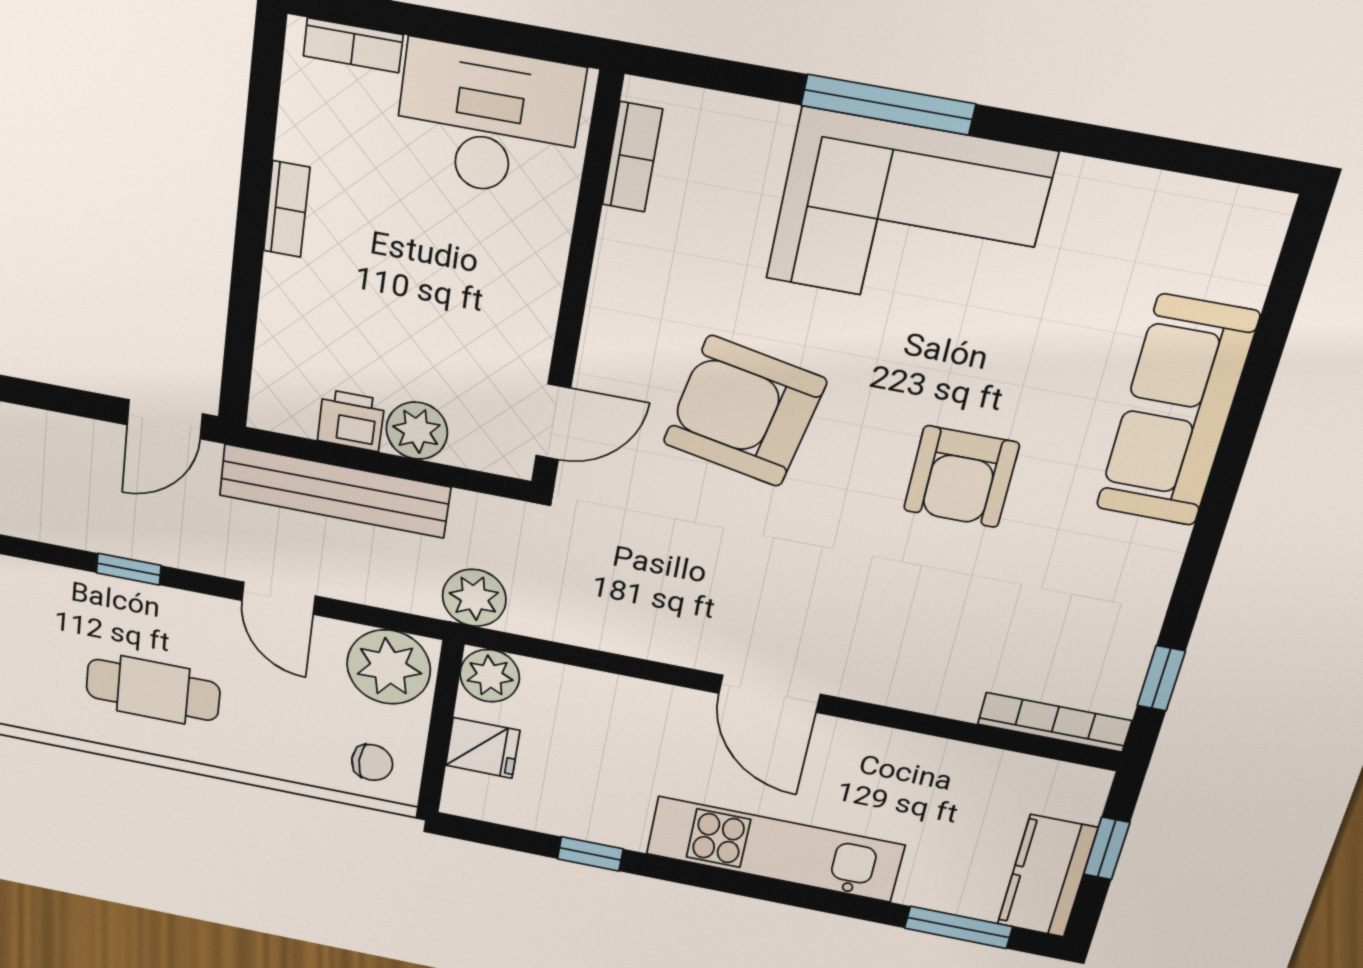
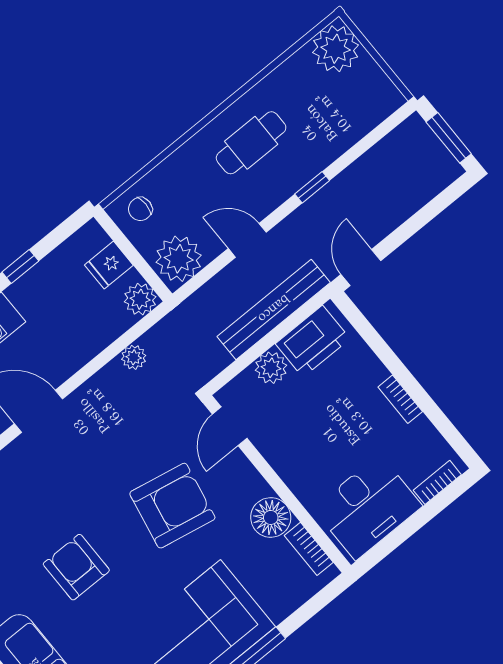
floor lamp: (635, 254) -> (271, 517), added
printer: (351, 420) -> (313, 341), width x1.87, depth x1.48
plant: (474, 598) -> (134, 357), moved, width x0.73, depth x0.73

